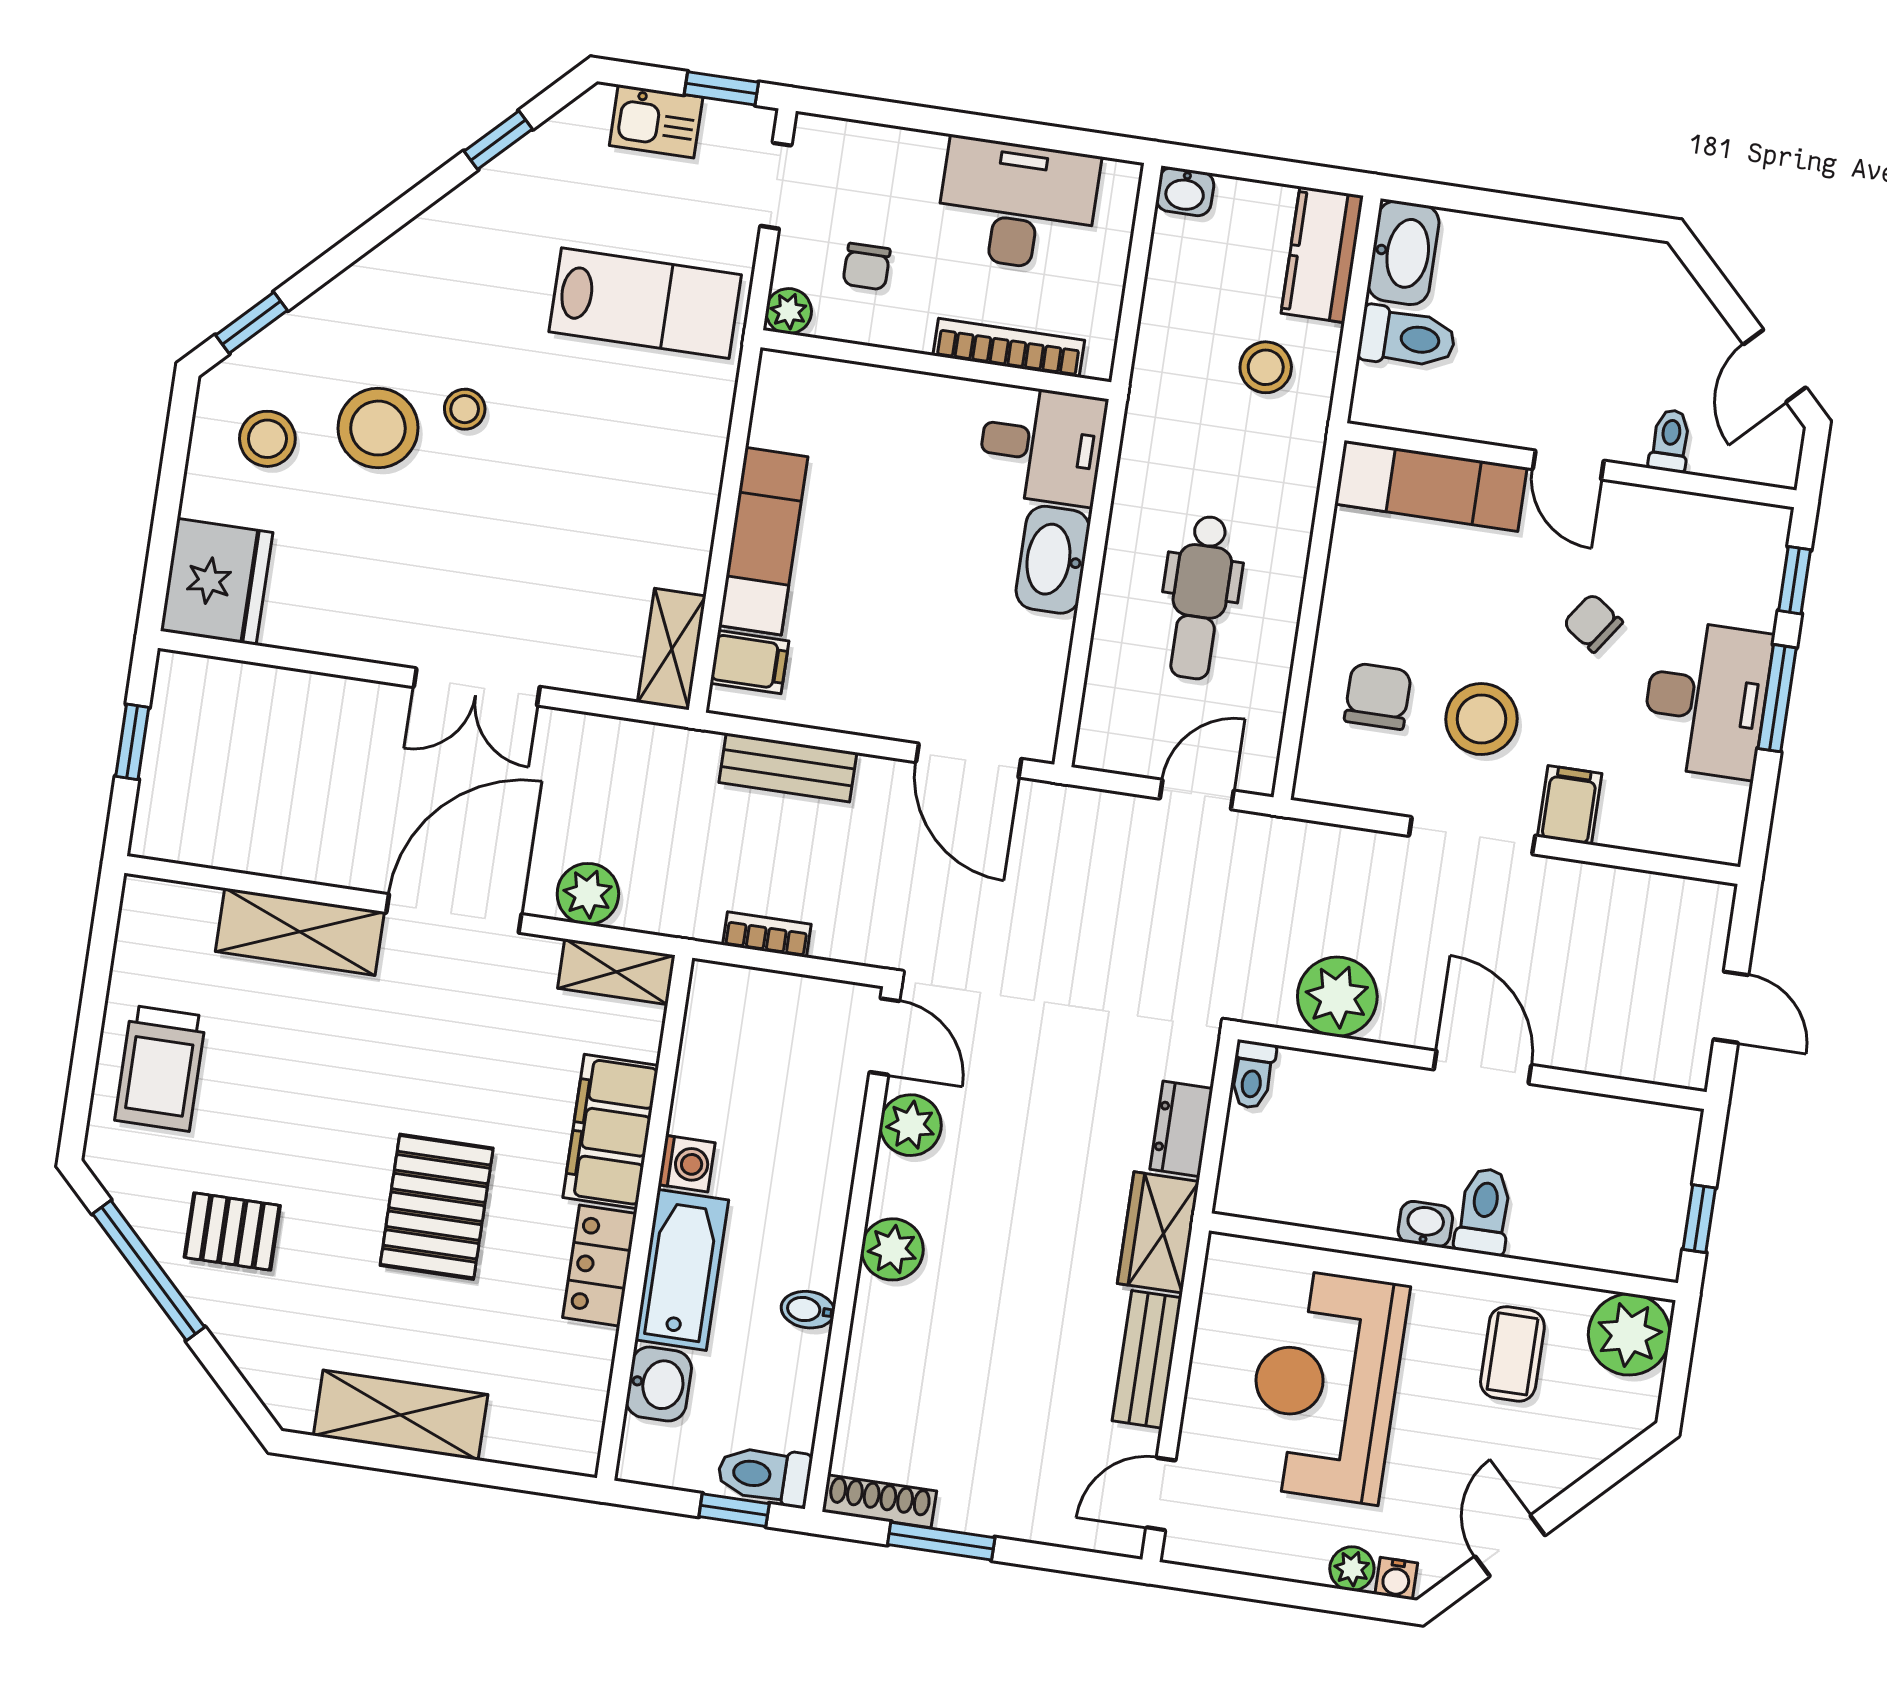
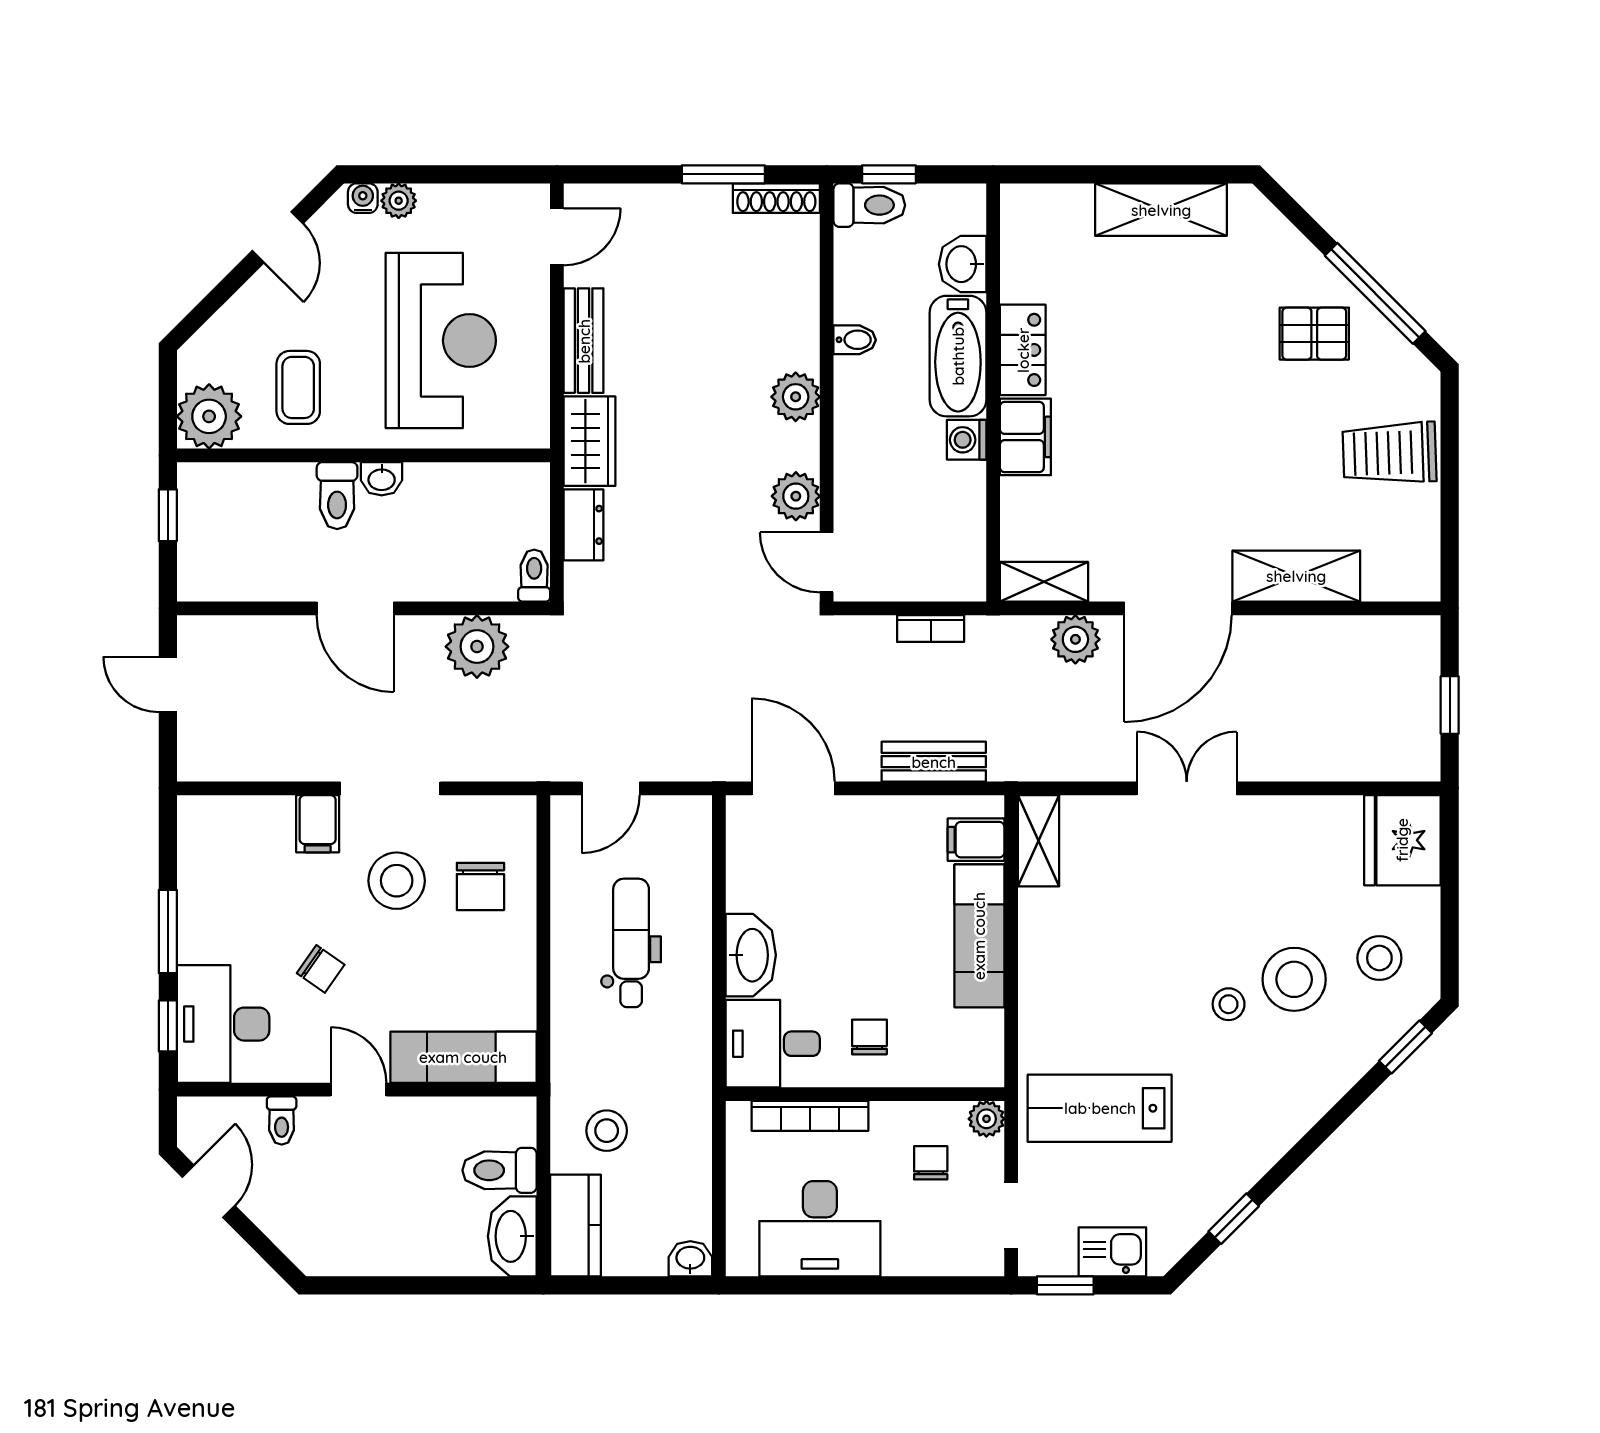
chair: (920, 435) -> (869, 1037), added
desk: (1706, 699) -> (223, 1024), moved
trolley: (160, 1068) -> (1389, 453), turned -92
filing cabinet: (611, 1131) -> (1025, 437), width x0.67, depth x0.86
pallet: (437, 1207) -> (1157, 377), removed

